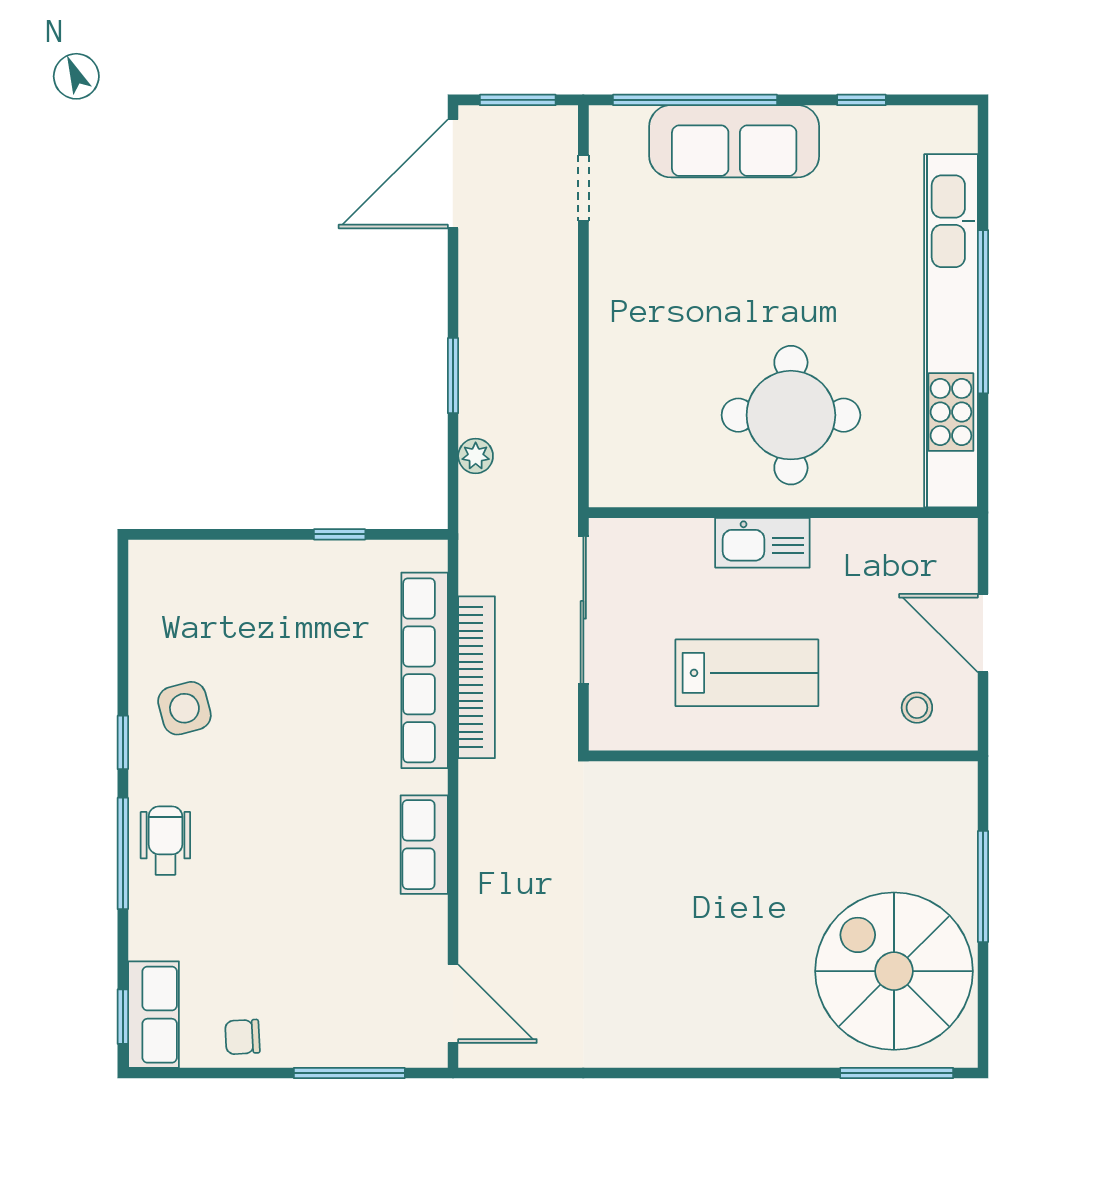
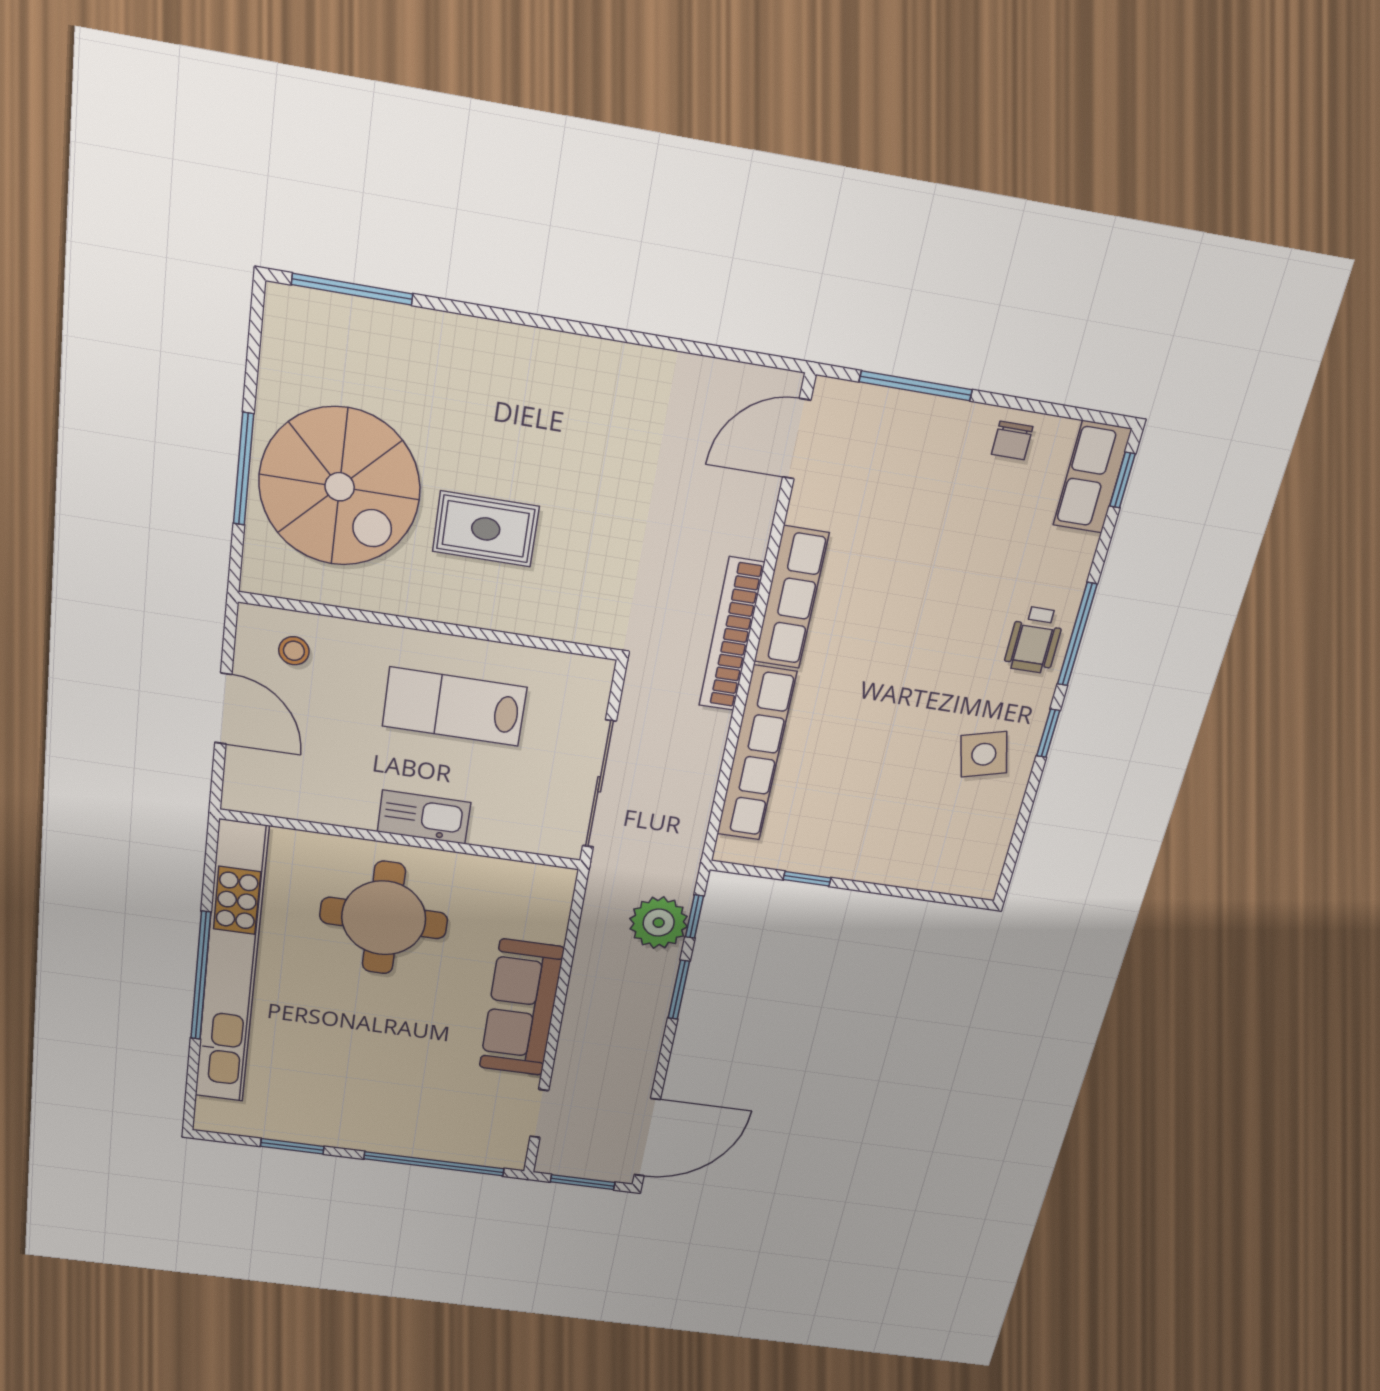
window: (861, 100) -> (292, 1146), width x1.50
sofa: (734, 141) -> (521, 1008), moved, turned -90
plant: (476, 456) -> (659, 923), width x1.88, depth x1.88
window: (453, 469) -> (694, 917), added
bookcase: (477, 677) -> (732, 635), moved
row of seats: (424, 845) -> (791, 598), width x1.48
rug: (741, 865) -> (486, 529), added
spiral stairs: (894, 971) -> (340, 487), moved
door: (453, 1004) -> (797, 439), hinge flipped
chair: (242, 1037) -> (1012, 440), turned 93

